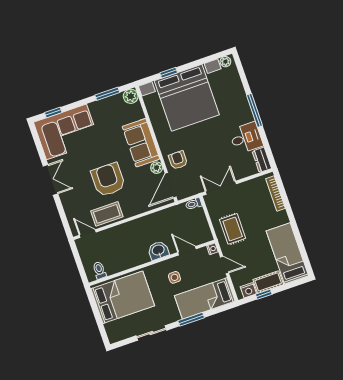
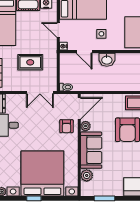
window: (169, 73) -> (34, 198), moved
plant: (131, 96) -> (87, 175), moved
rug: (233, 229) -> (30, 62), moved, turned 90

